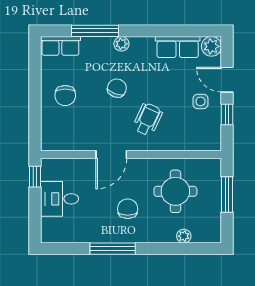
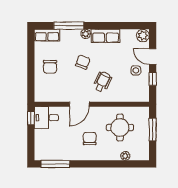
row of seats: (178, 47) -> (105, 36), moved
desk: (59, 199) -> (46, 118), moved
window: (113, 249) -> (55, 164), moved

